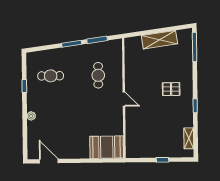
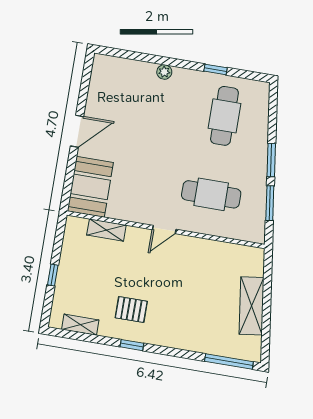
cafe table: (98, 75) -> (211, 194), width x1.37, depth x1.35
cafe table: (51, 76) -> (224, 116), width x1.37, depth x1.35
pallet: (171, 89) -> (131, 310), moved, turned 90
shelving: (130, 133) -> (106, 230), added
door: (49, 161) -> (77, 131), moved

